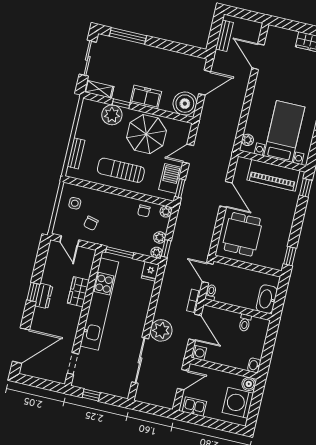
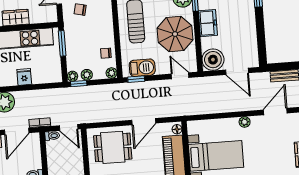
plant: (247, 140) -> (245, 122), moved
door: (188, 154) -> (180, 76), moved
floor lamp: (244, 163) -> (177, 129), added
fridge: (150, 271) -> (24, 77), moved, turned 90
door: (208, 273) -> (69, 127), swing flipped

